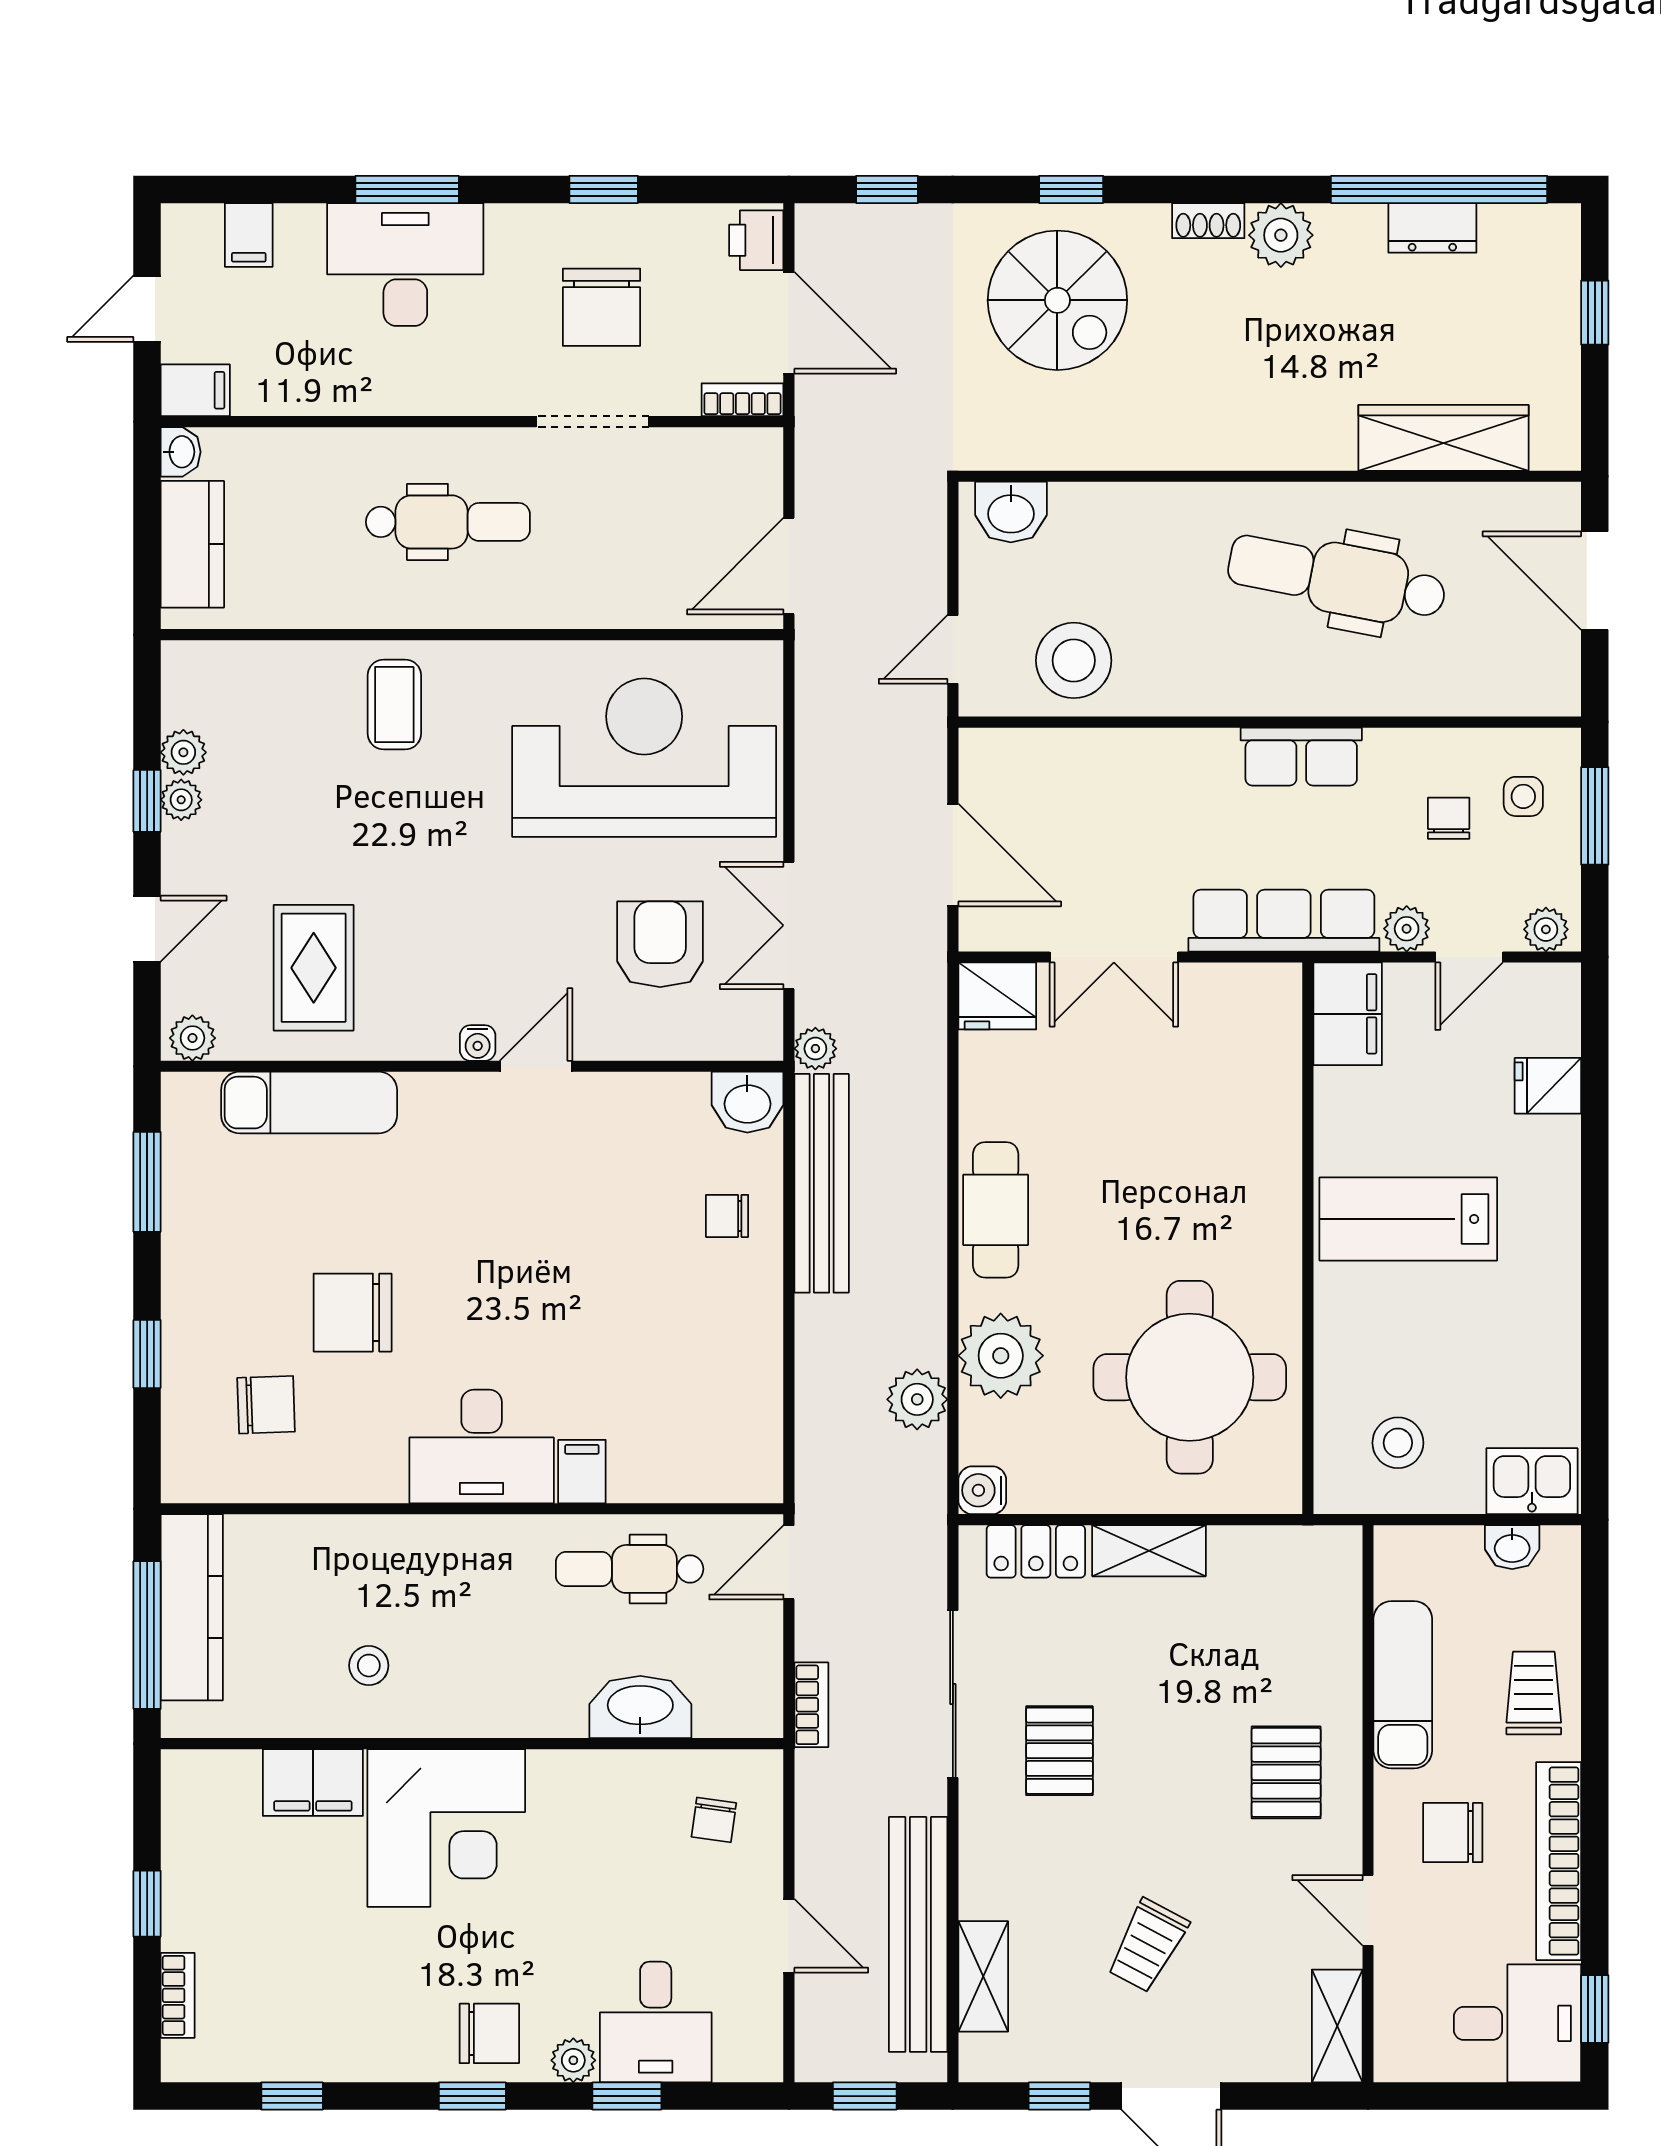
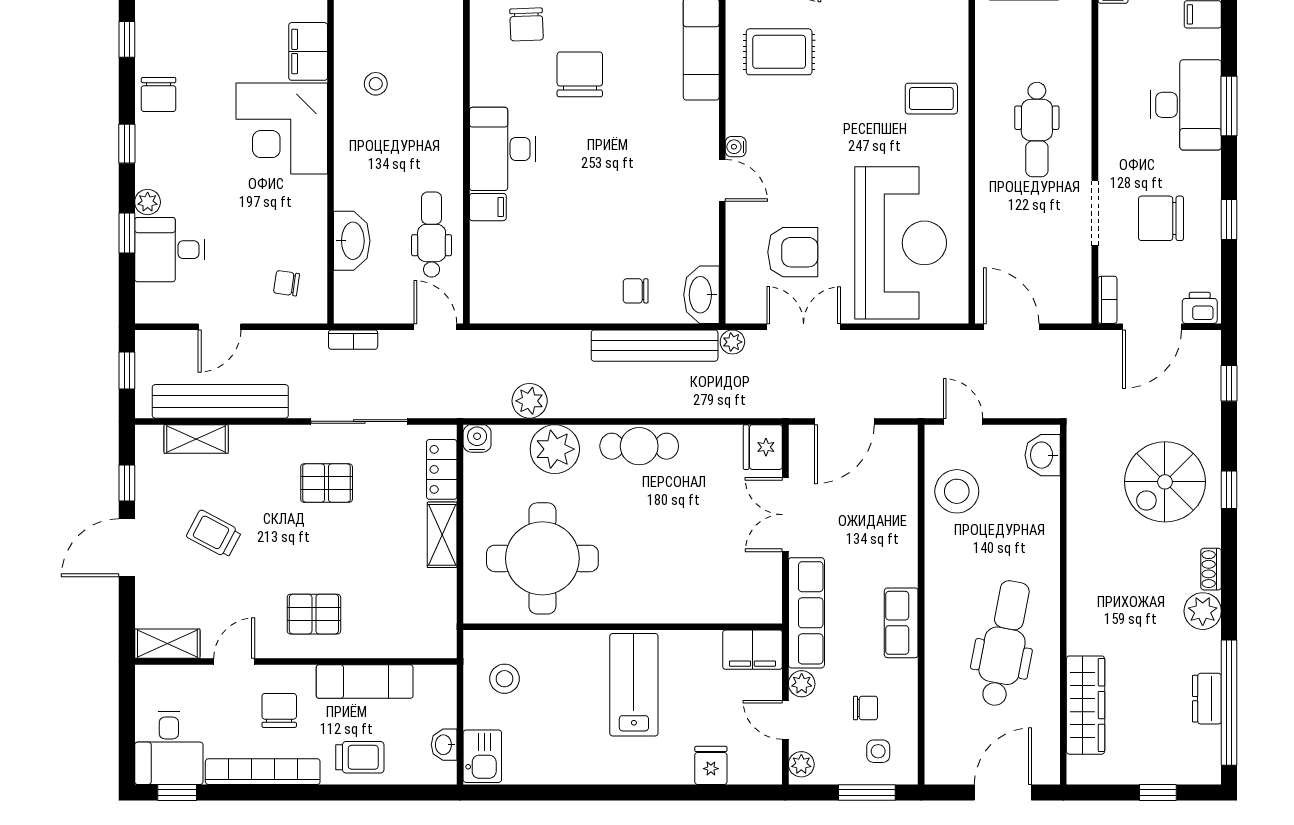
washbasin: (747, 1102) -> (701, 295), width x1.38
chair: (727, 1216) -> (636, 291), turned -90
chair: (489, 2033) -> (159, 94), moved

